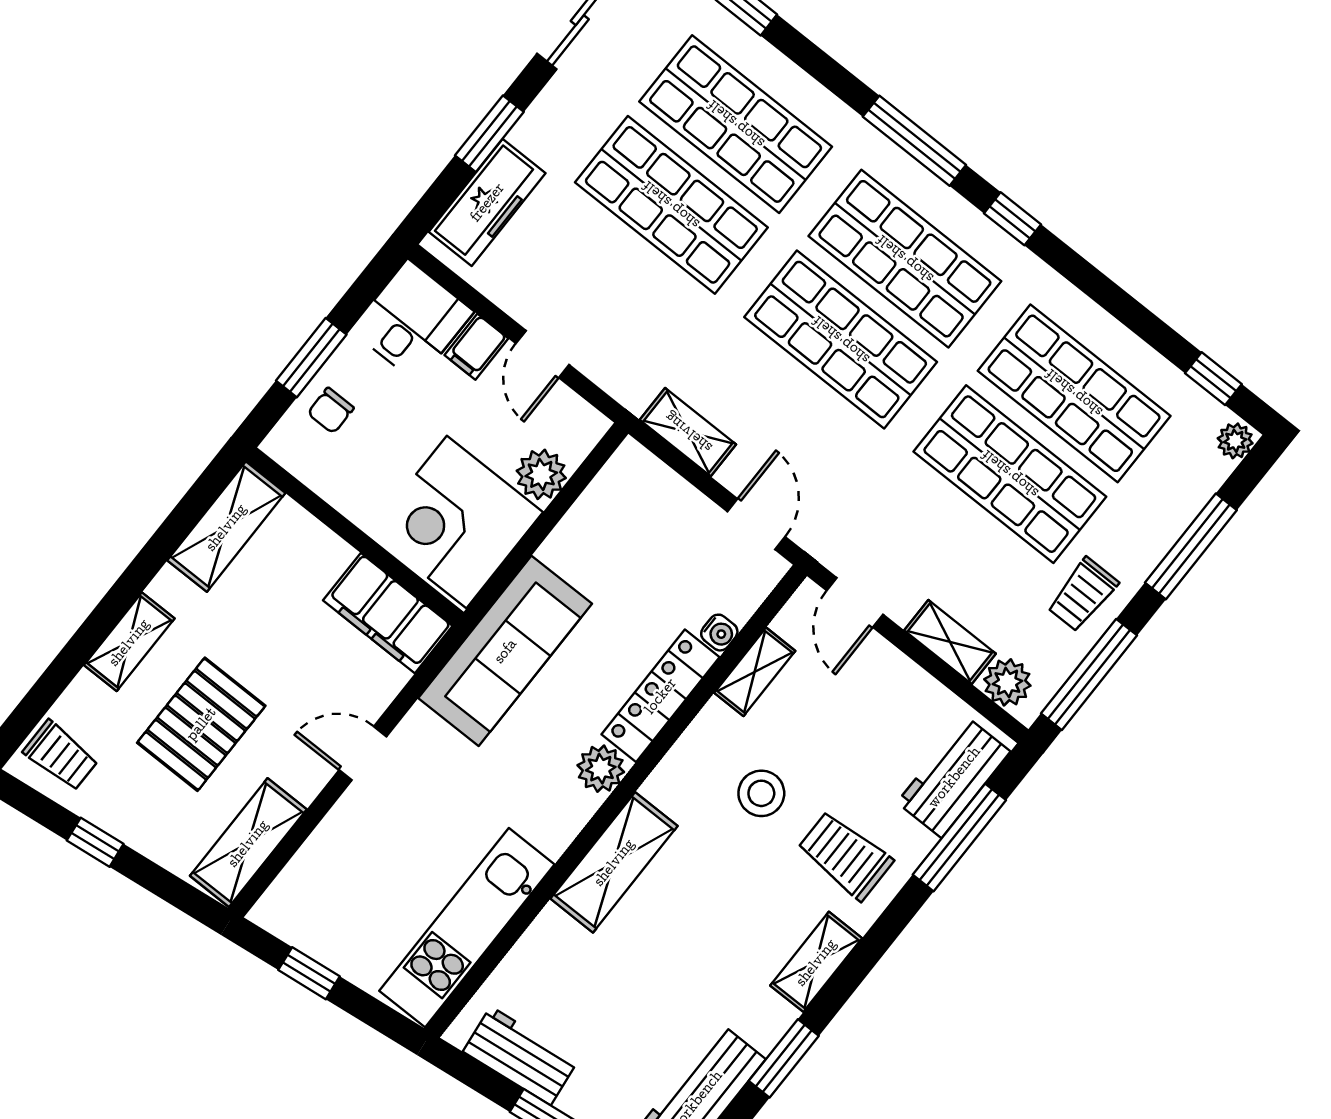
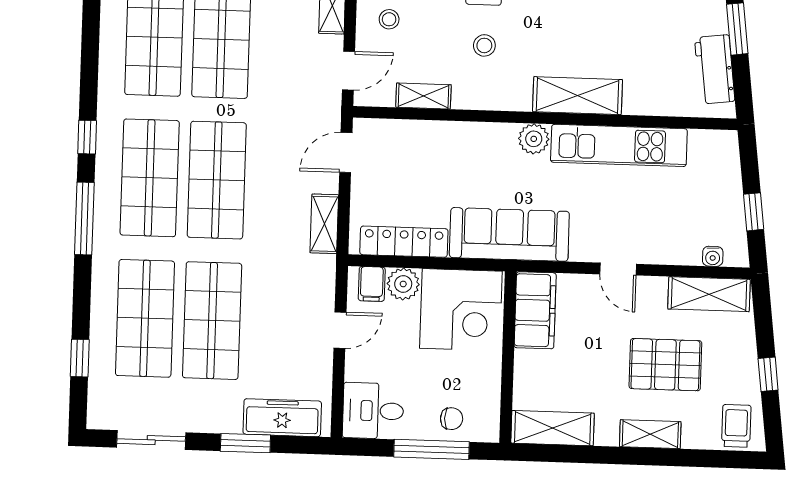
filing cabinet: (476, 347) -> (372, 284), moved, turned 90
window: (311, 358) -> (431, 449), width x1.44
water cooler: (719, 633) -> (713, 256), moved, turned 180
locker: (660, 696) -> (404, 242), moved, turned 180
stool: (881, 700) -> (389, 19), added
stool: (761, 793) -> (484, 45), width x0.73, depth x0.73
kitchen unit: (467, 928) -> (619, 145), moved

